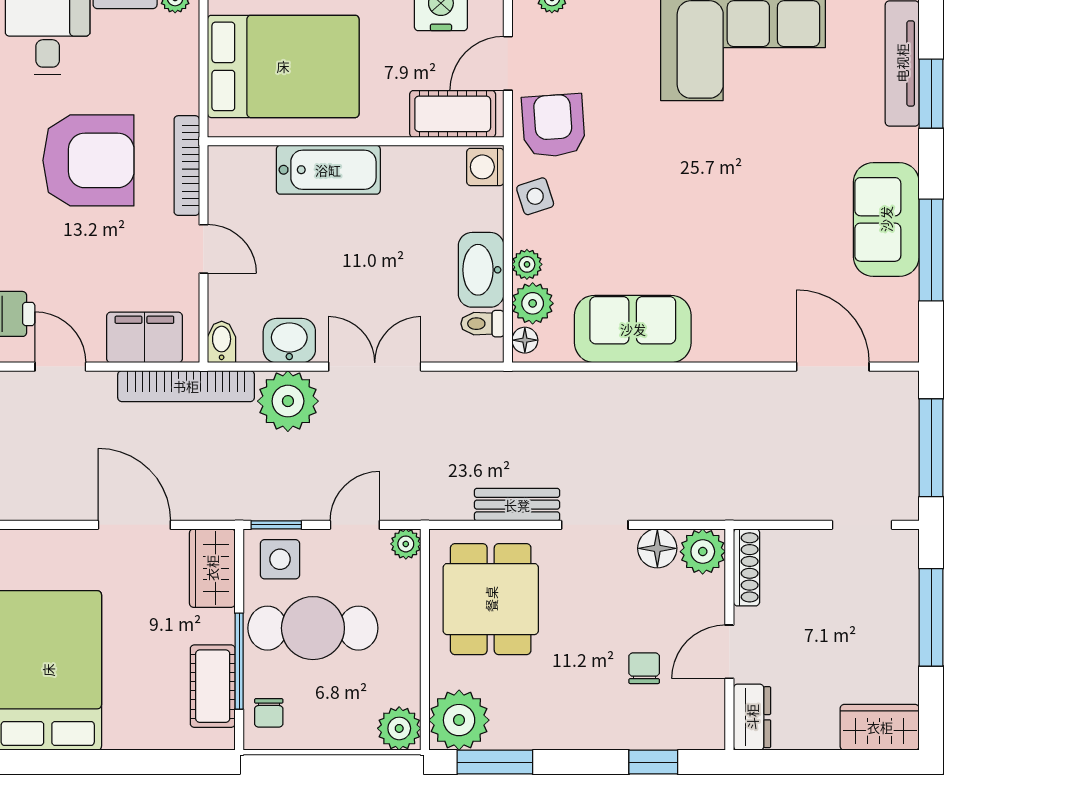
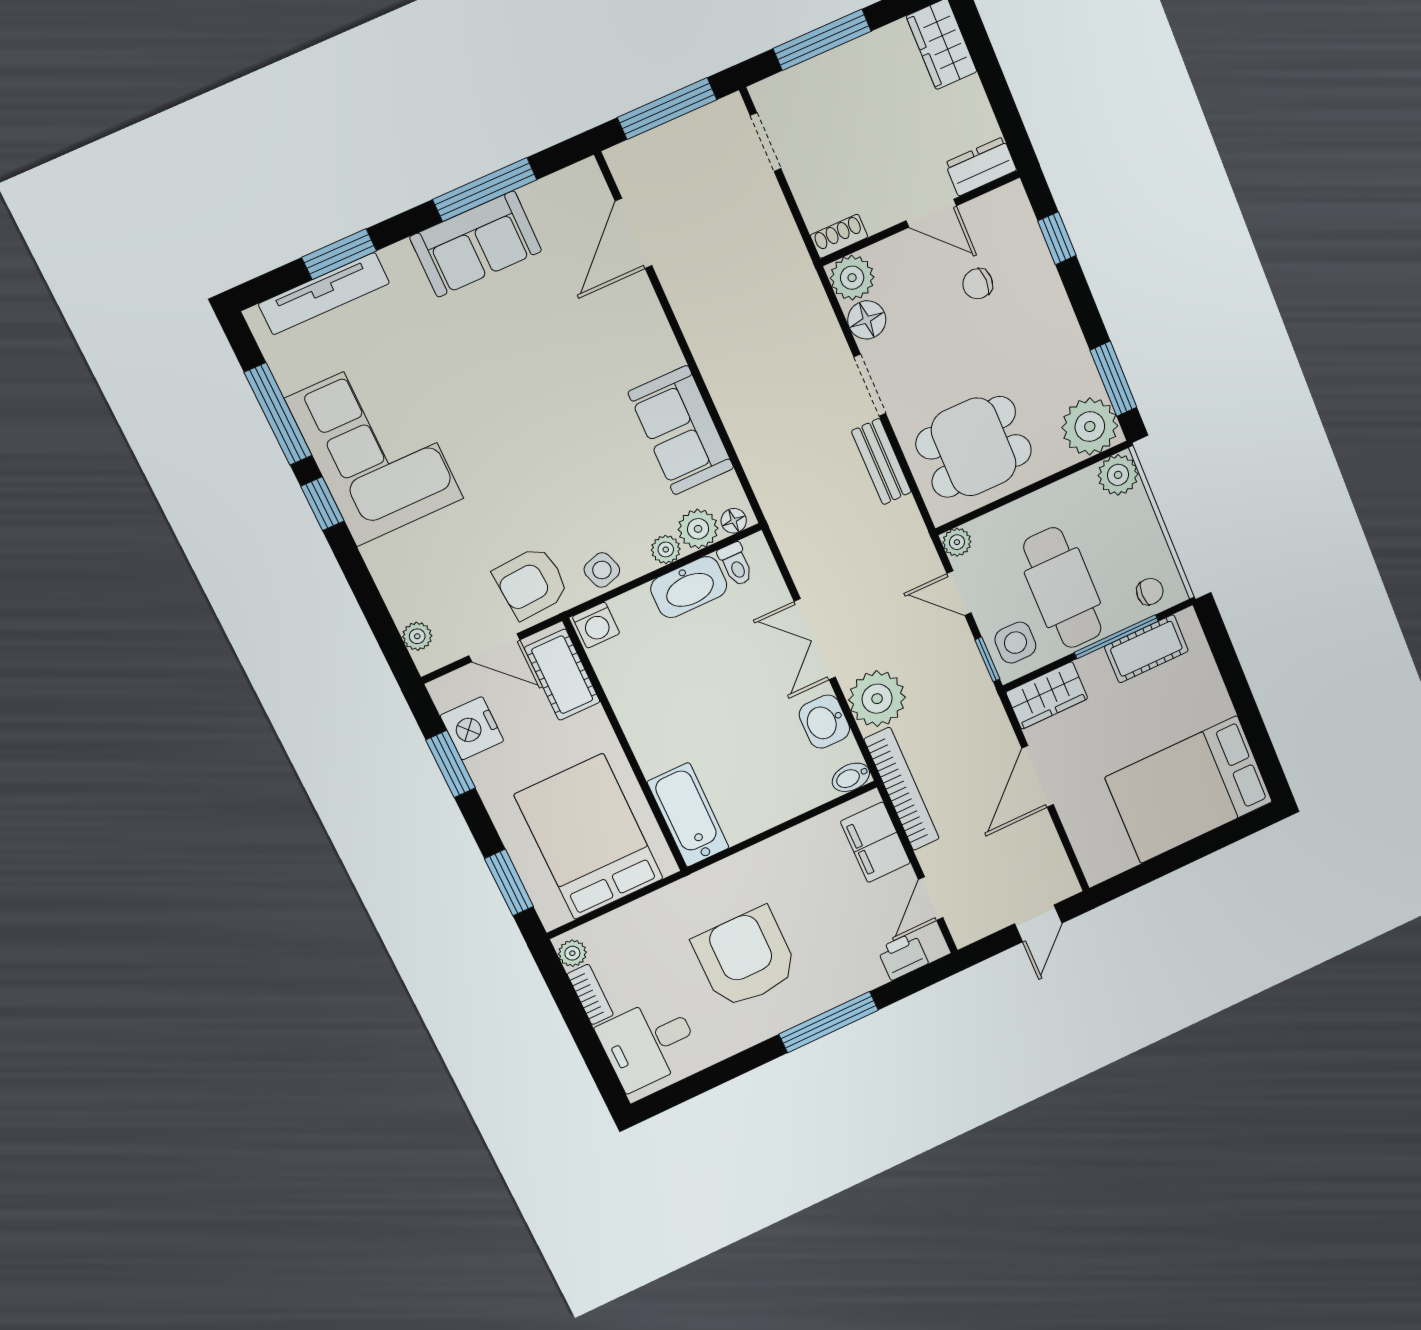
bookcase: (187, 166) -> (712, 876), removed
bathtub: (328, 170) -> (688, 815), moved
door: (203, 249) -> (778, 829), removed
shoe rack: (746, 567) -> (839, 236), width x0.70

